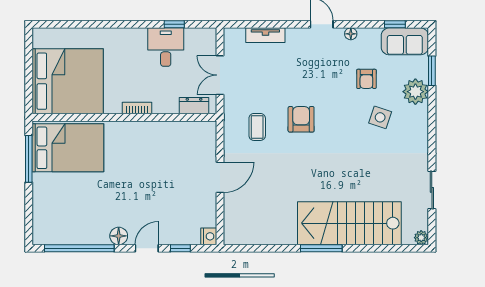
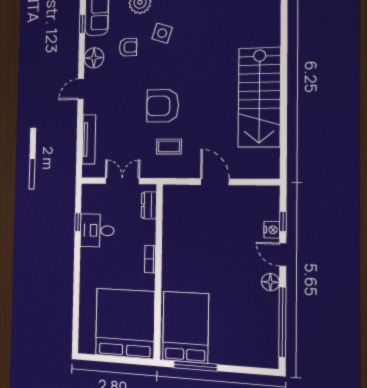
floor lamp: (351, 34) -> (94, 58), width x1.89, depth x1.89
tv unit: (265, 35) -> (89, 139), width x1.41
double door: (220, 75) -> (122, 181), swing flipped
armchair: (301, 119) -> (163, 106), width x1.36, depth x1.36
stairs: (349, 223) -> (259, 97), moved
nightstand: (209, 236) -> (272, 230), moved, turned 90
window: (321, 248) -> (284, 84), removed

